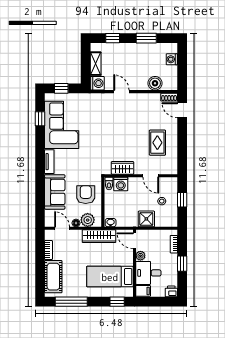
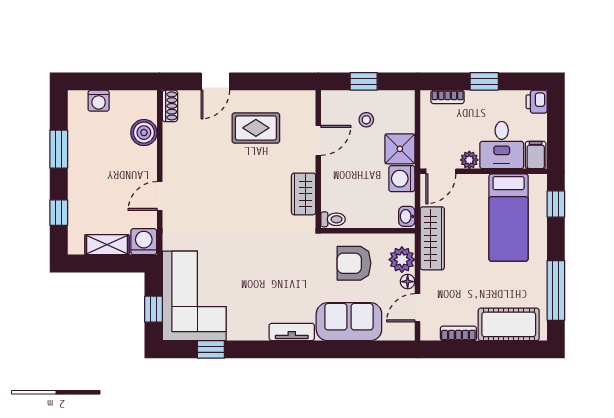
door: (182, 110) -> (215, 81), moved
corner sofa: (62, 125) -> (194, 296), moved, turned 90
washing machine: (121, 184) -> (402, 179), moved, turned 180

